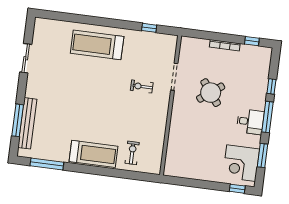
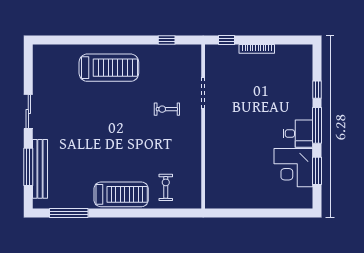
window: (252, 41) -> (227, 40), moved
treadmill: (97, 45) -> (109, 68), turned 180
sliding door: (26, 58) -> (28, 111), moved
round table: (211, 93) -> (248, 106), removed
corner desk: (241, 163) -> (293, 168), moved
window: (237, 189) -> (293, 213), removed

